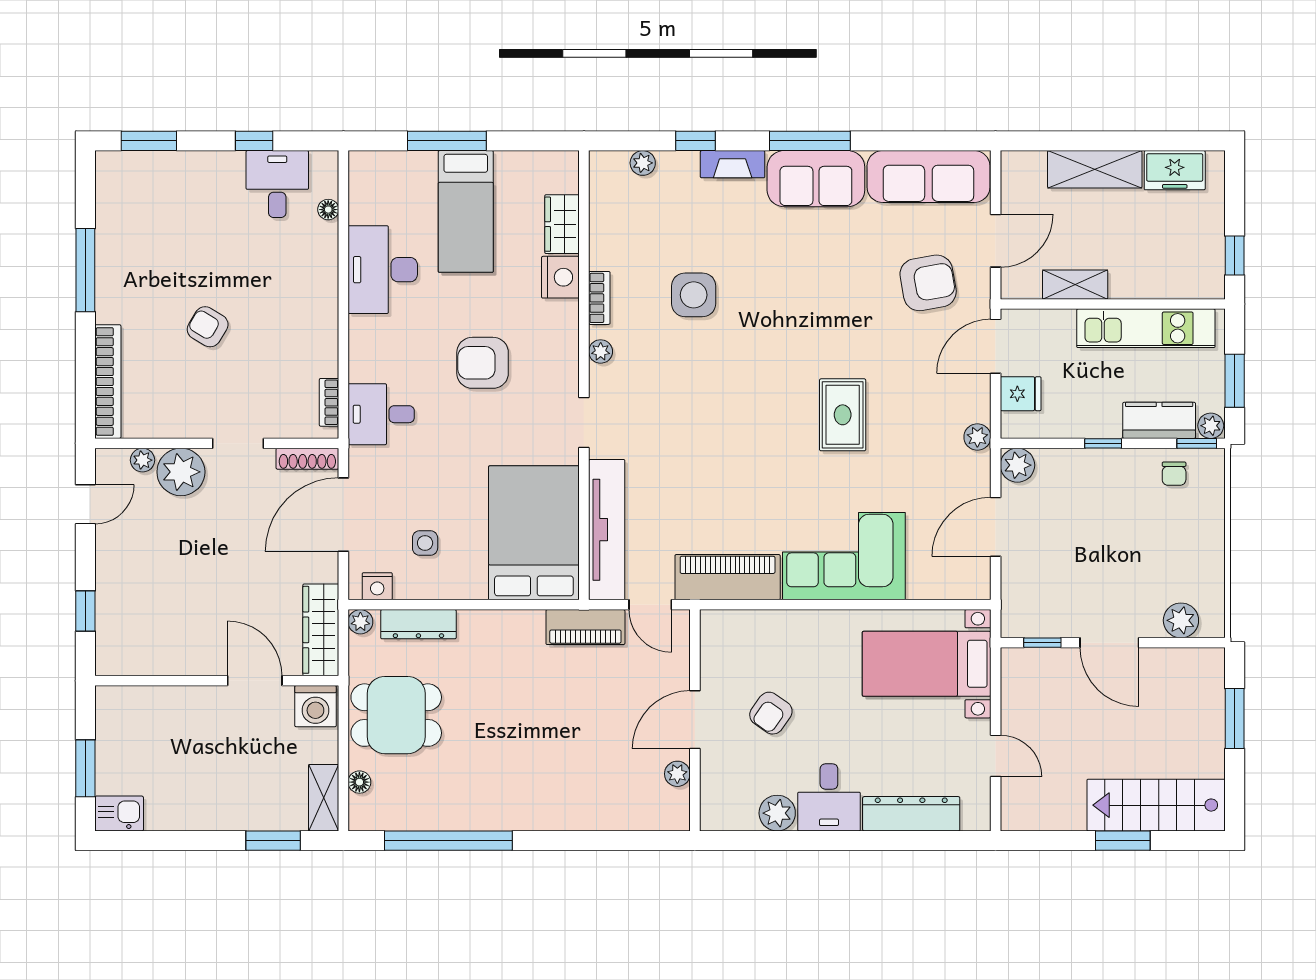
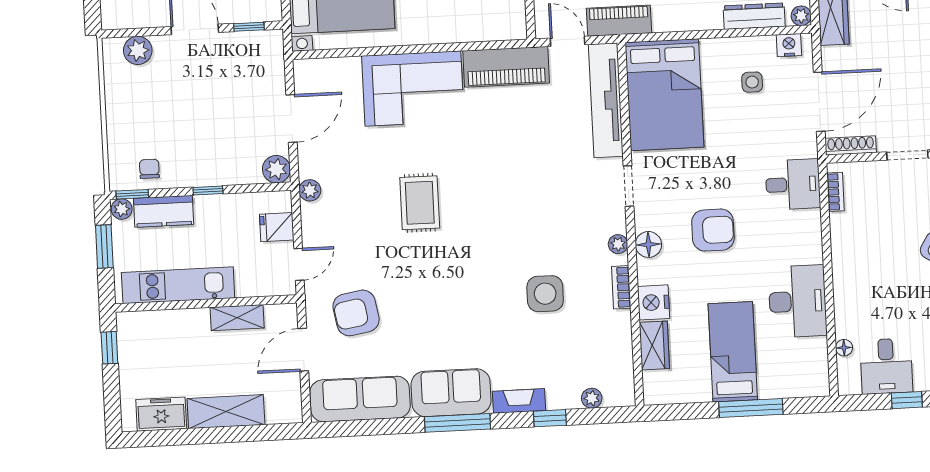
door: (996, 346) -> (299, 264), width x0.73
floor lamp: (563, 349) -> (648, 244), added

